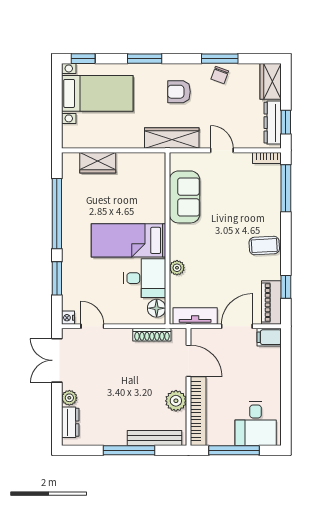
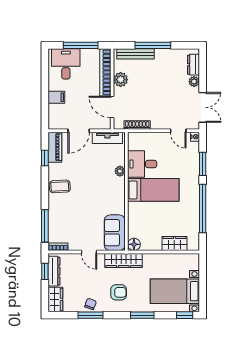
sofa: (185, 197) -> (115, 233), moved
floor lamp: (157, 308) -> (134, 244), moved
filing cabinet: (269, 337) -> (56, 97), moved

